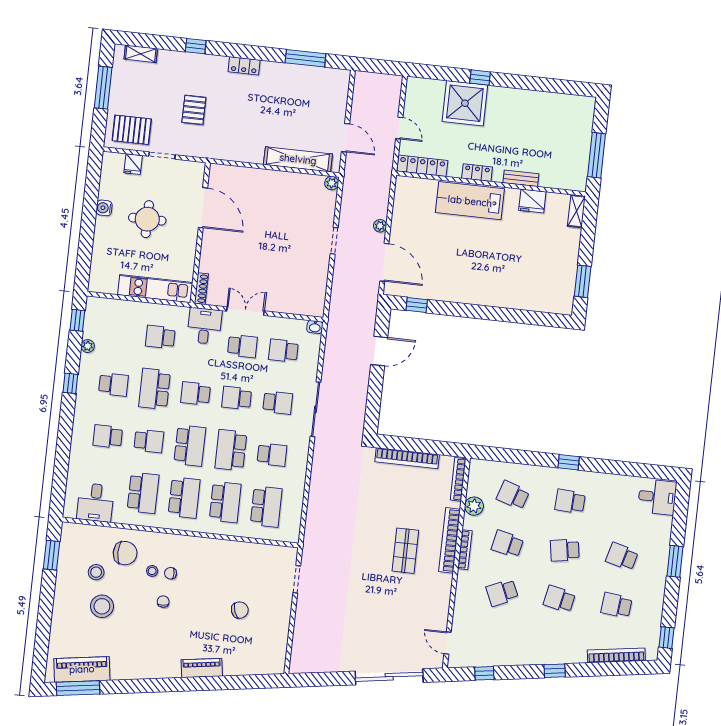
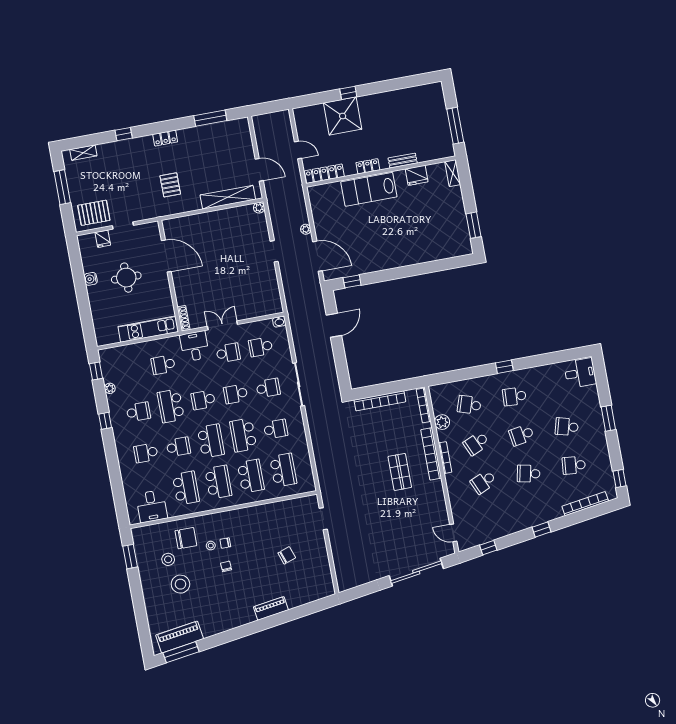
pallet: (194, 110) -> (170, 185), moved
school desk: (507, 544) -> (476, 443), turned -36

